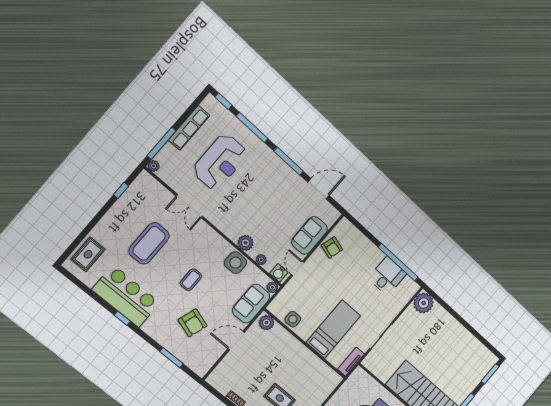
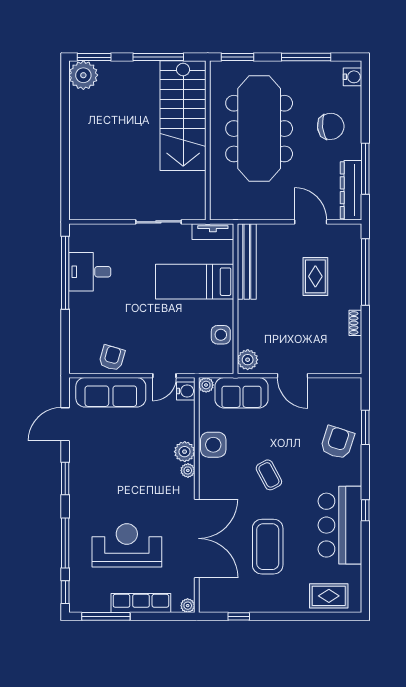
row of seats: (189, 128) -> (141, 603), moved
window: (162, 143) -> (106, 616), moved
window: (289, 161) -> (65, 479), width x0.69
door: (319, 189) -> (65, 424), hinge flipped
double door: (189, 206) -> (197, 538), width x1.87
sofa: (310, 235) -> (111, 392), width x1.36
coffee table: (149, 243) -> (268, 547), turned 90
plant: (261, 260) -> (188, 470), moved
coffee table: (191, 280) -> (269, 475), turned 62
plant: (424, 303) -> (83, 75), moved
armchair: (193, 323) -> (337, 443), moved
bench: (320, 367) -> (247, 262), added

